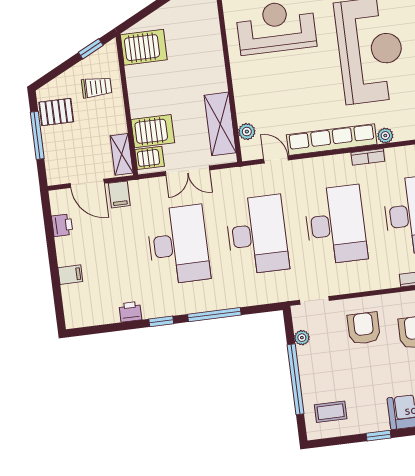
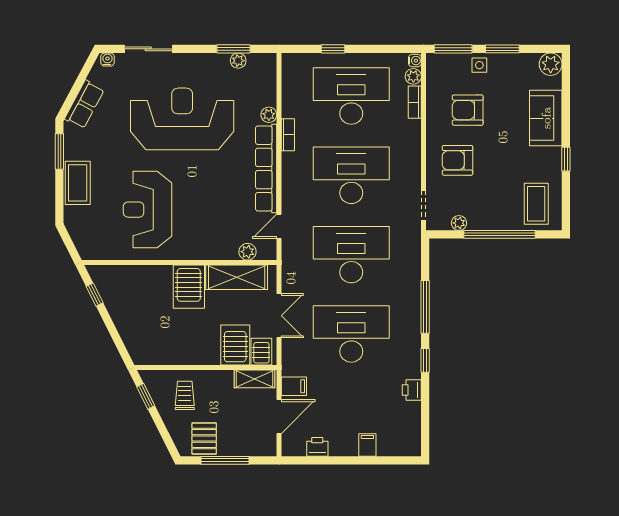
server rack: (144, 47) -> (189, 287), moved, turned 180
coffee table: (331, 412) -> (536, 204), width x1.36, depth x1.30

